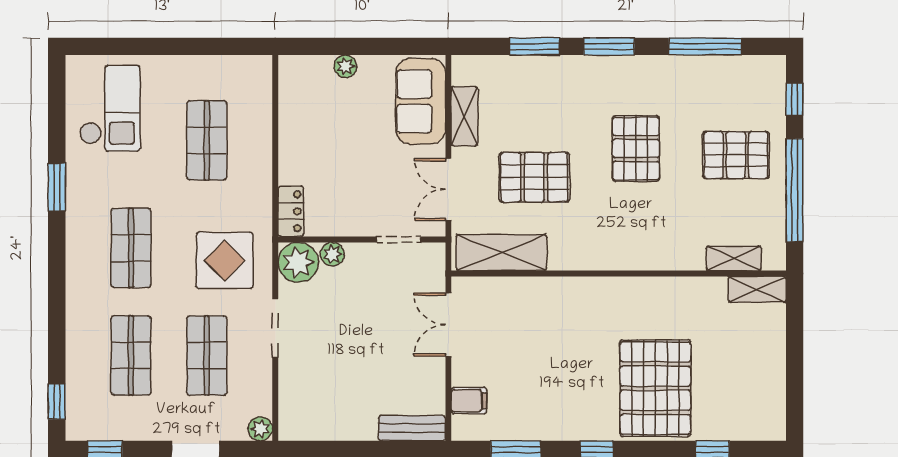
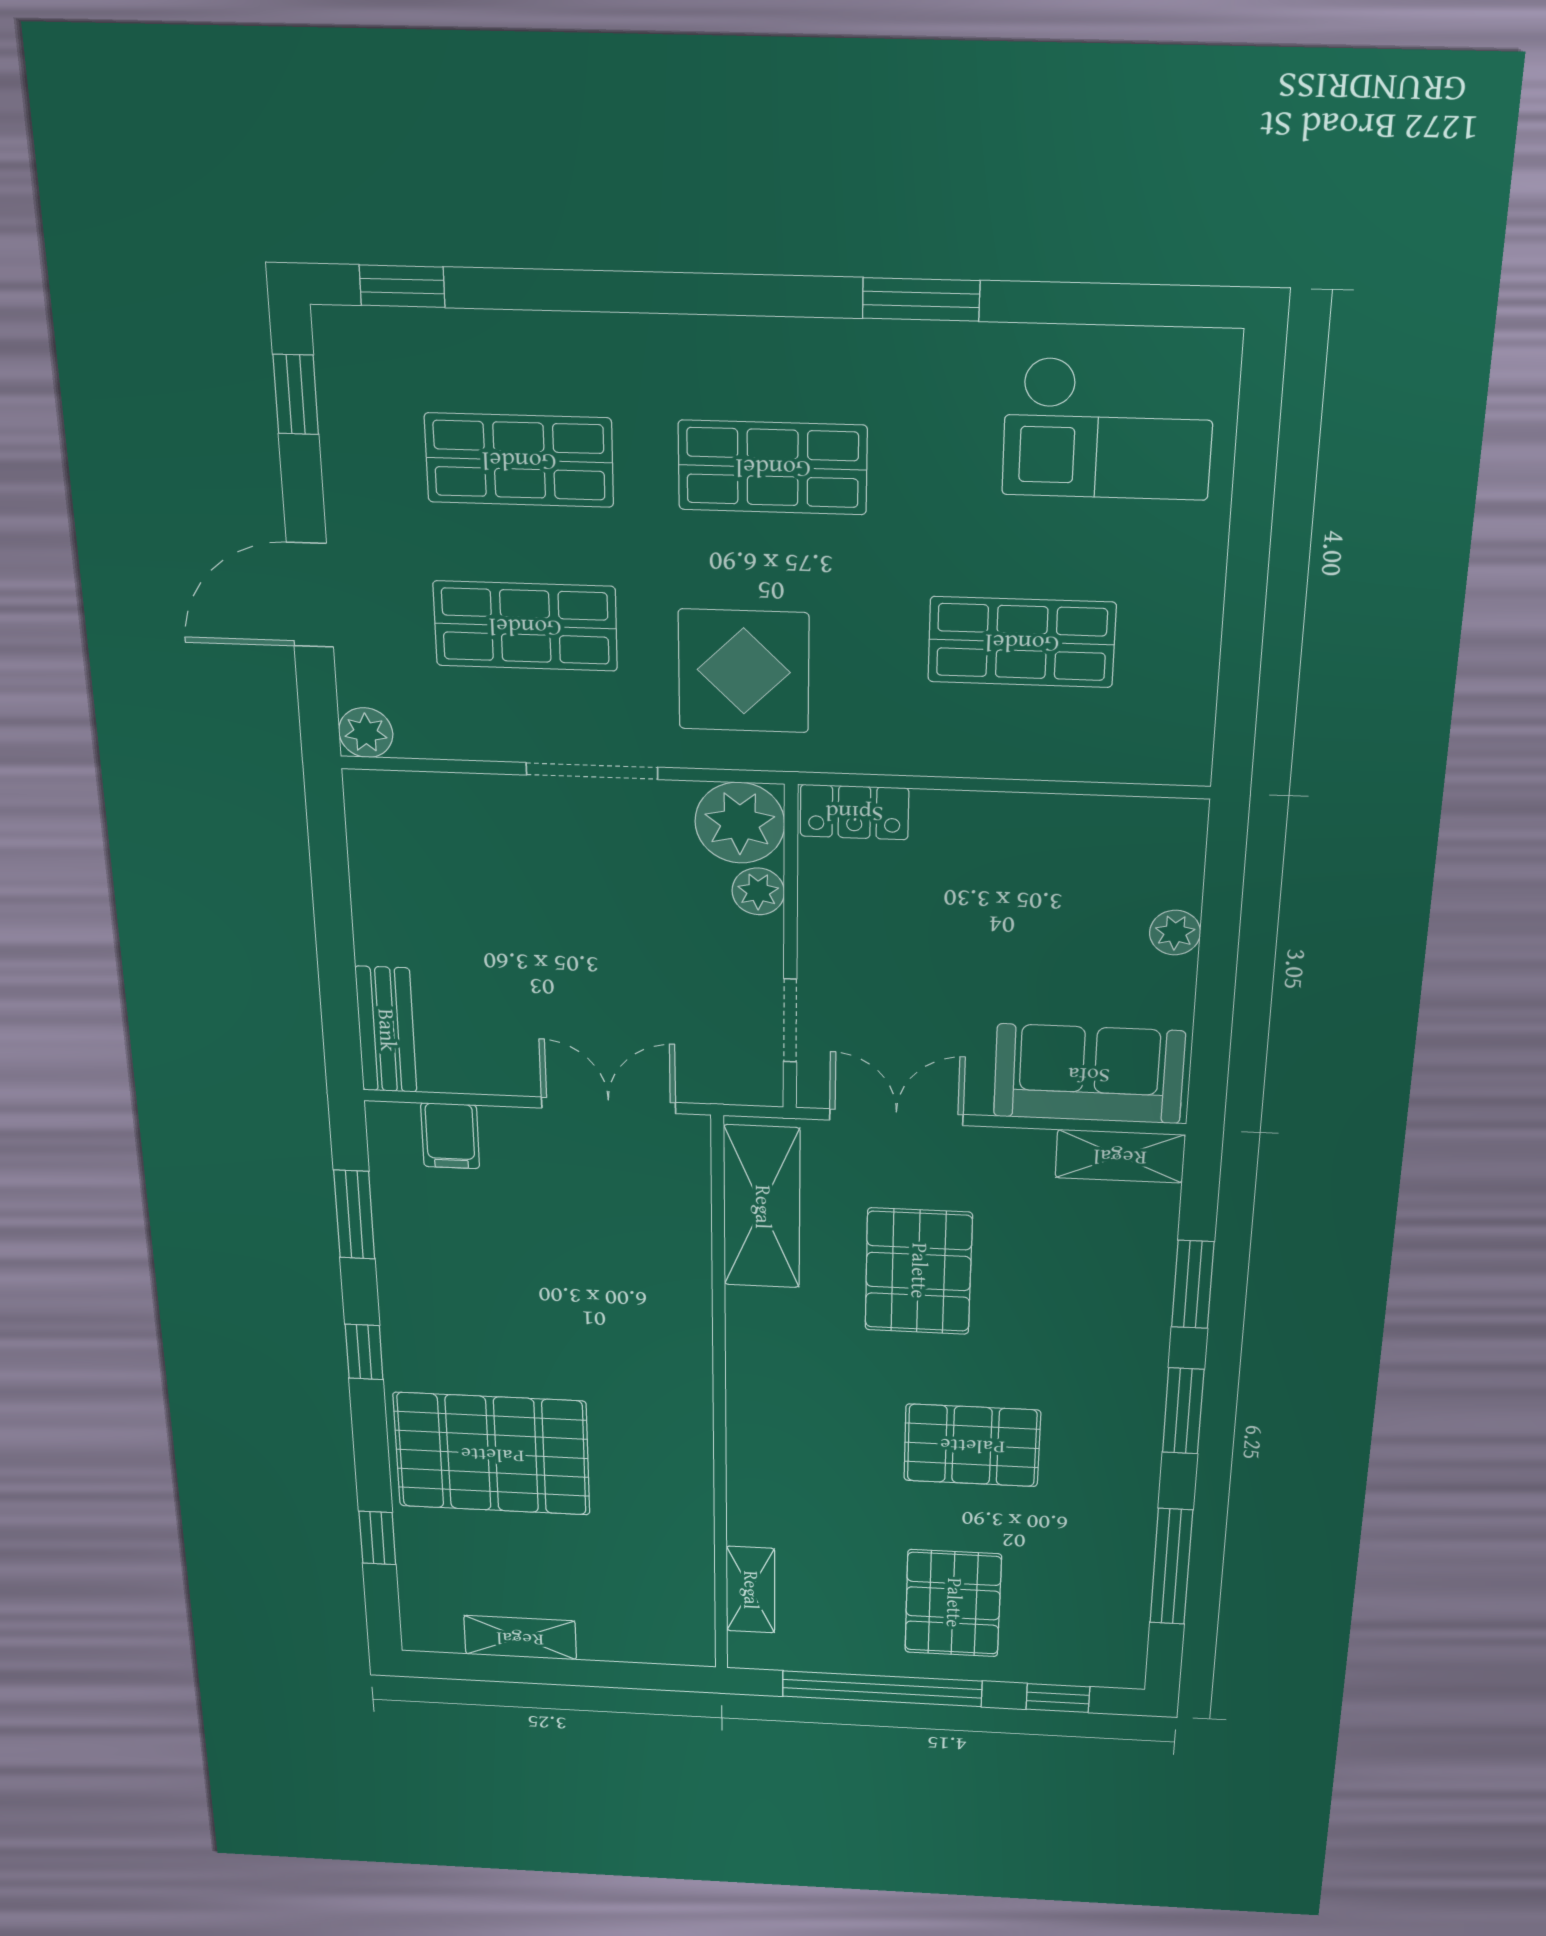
shelving: (465, 116) -> (1120, 1156), moved
shelving: (757, 289) -> (520, 1638), moved, turned 90

